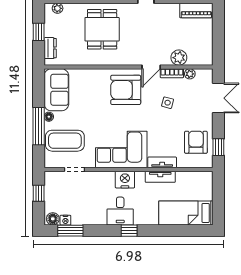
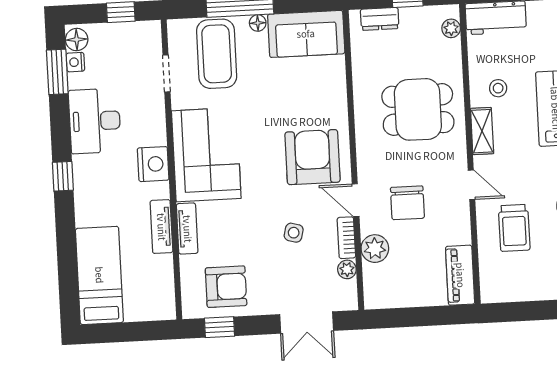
chair: (154, 38) -> (407, 203), added
desk: (120, 211) -> (95, 121), moved, width x1.37

